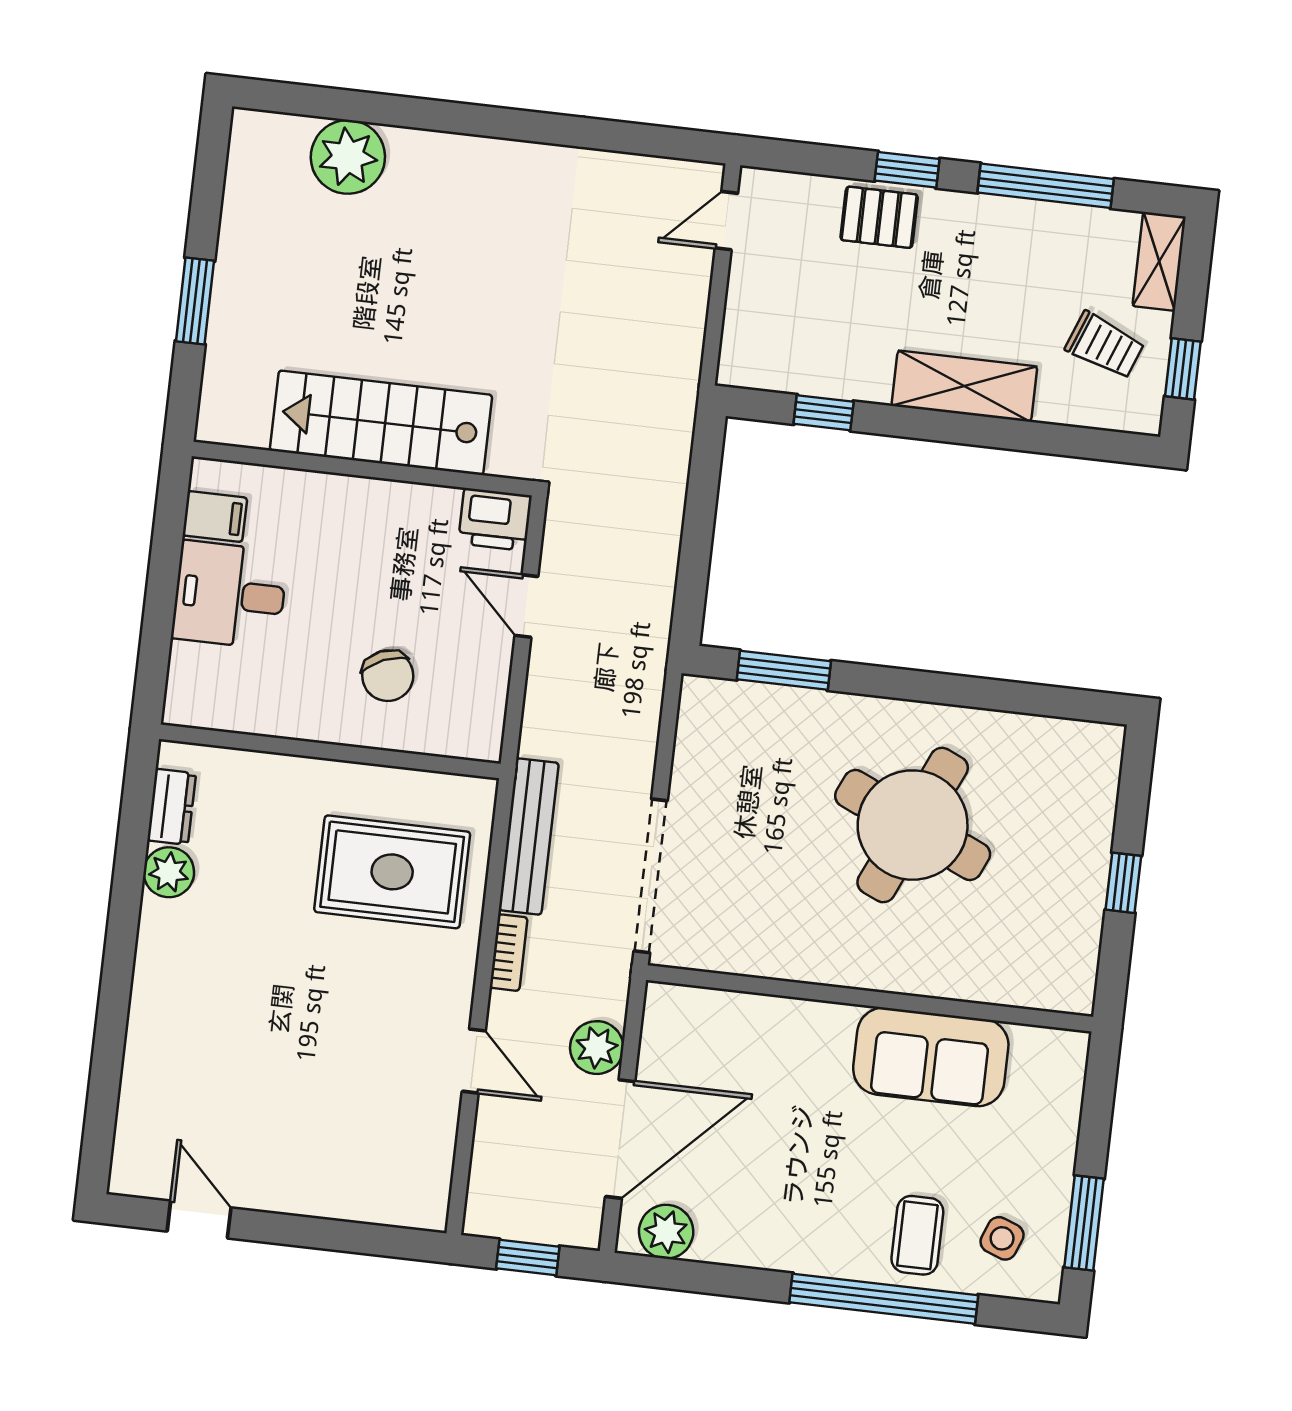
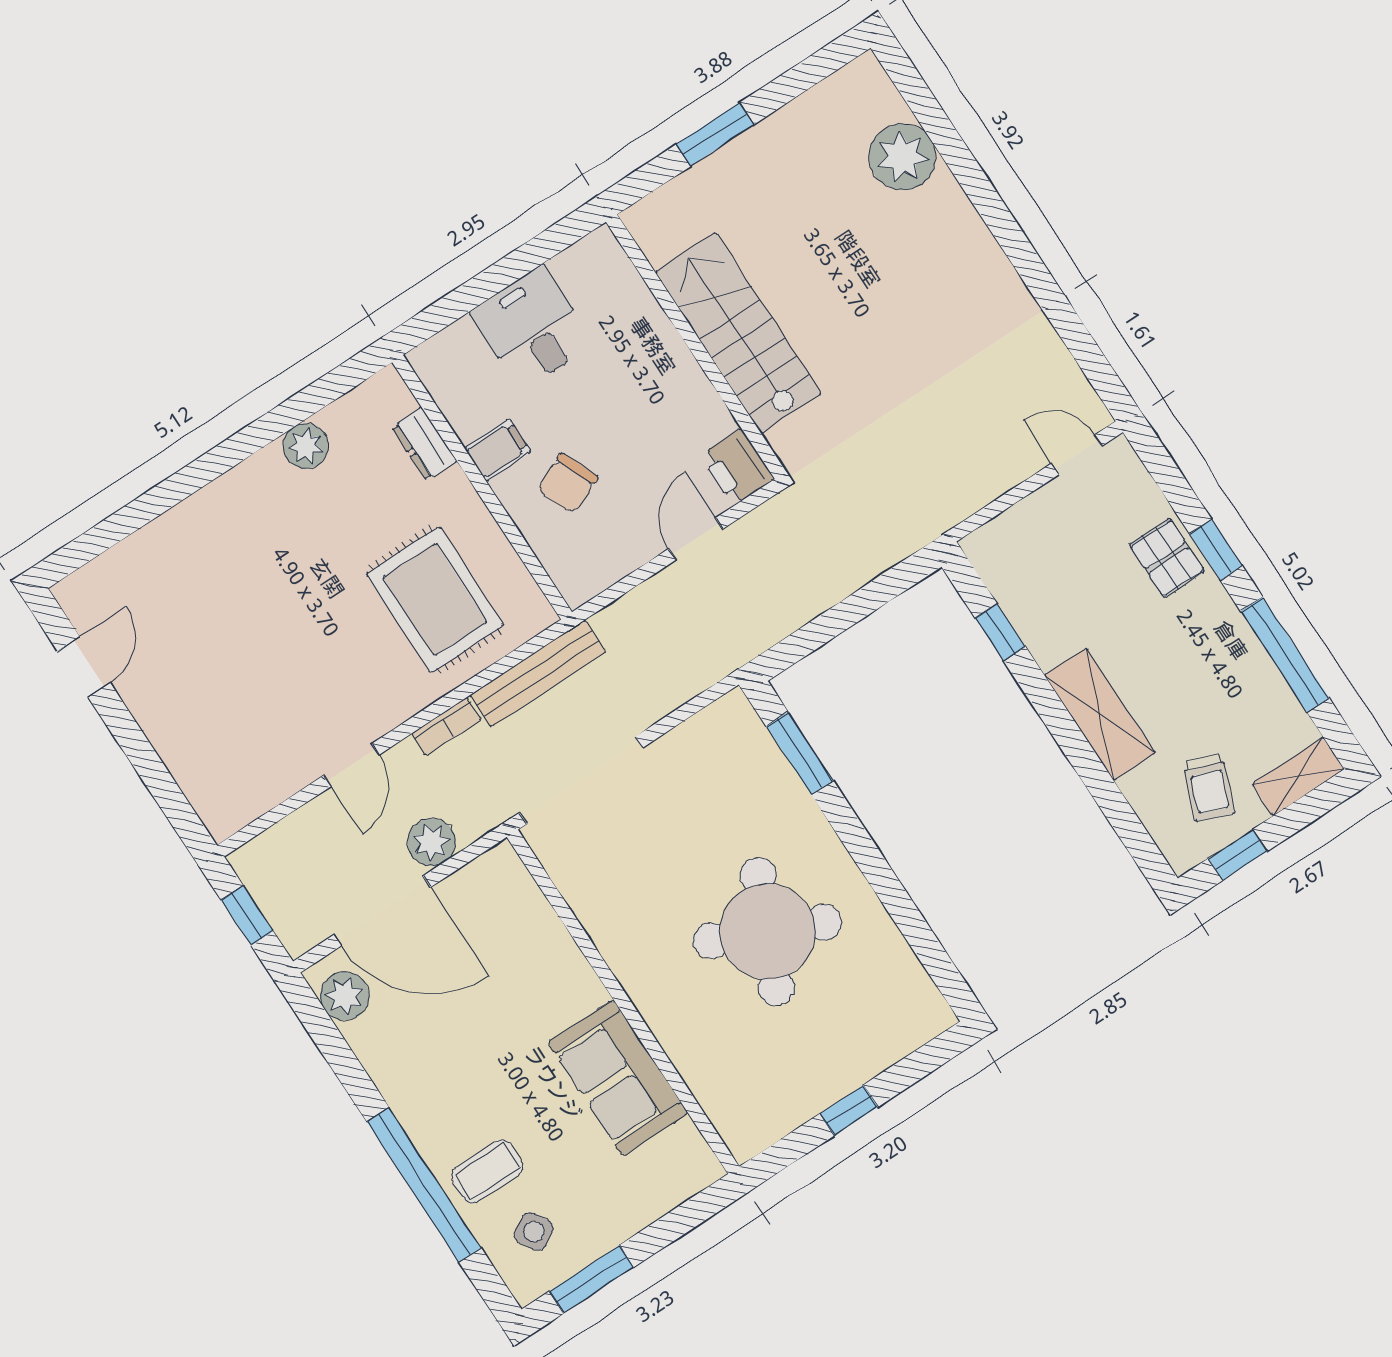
filing cabinet: (215, 517) -> (498, 450), moved, turned -90
dresser: (172, 807) -> (424, 444), moved, turned 90
side table: (1002, 1238) -> (534, 1232), turned 38

